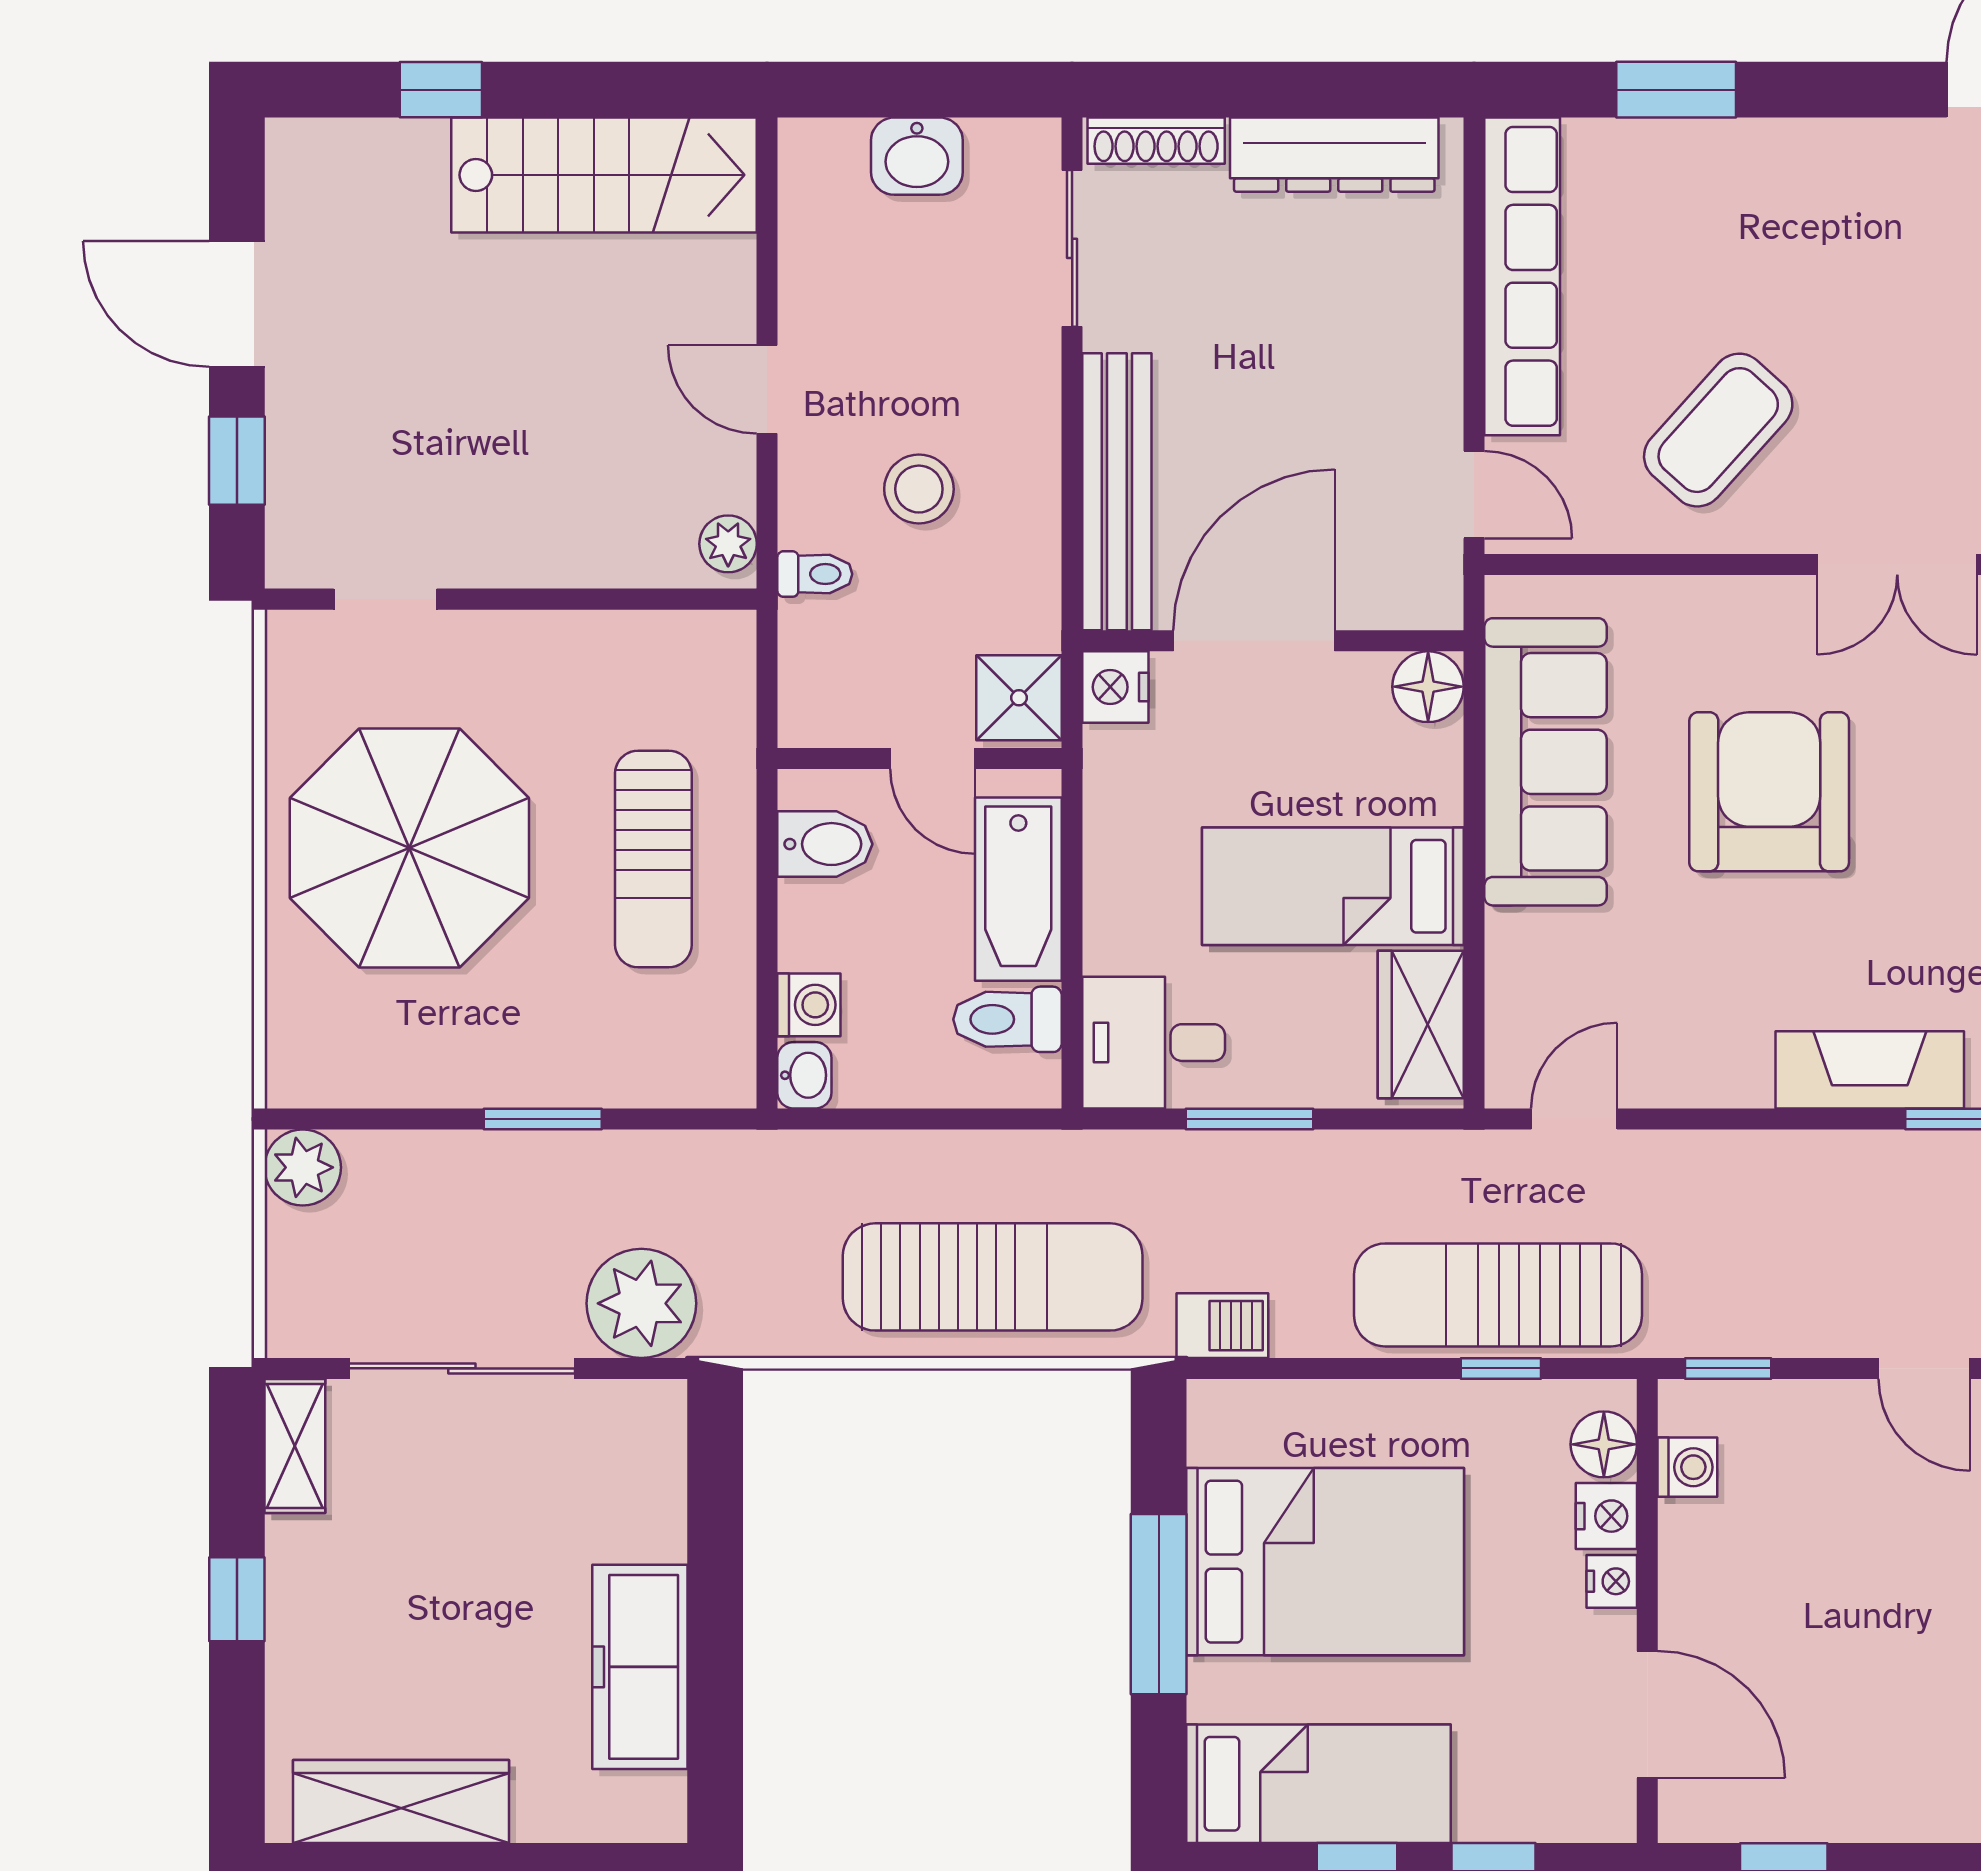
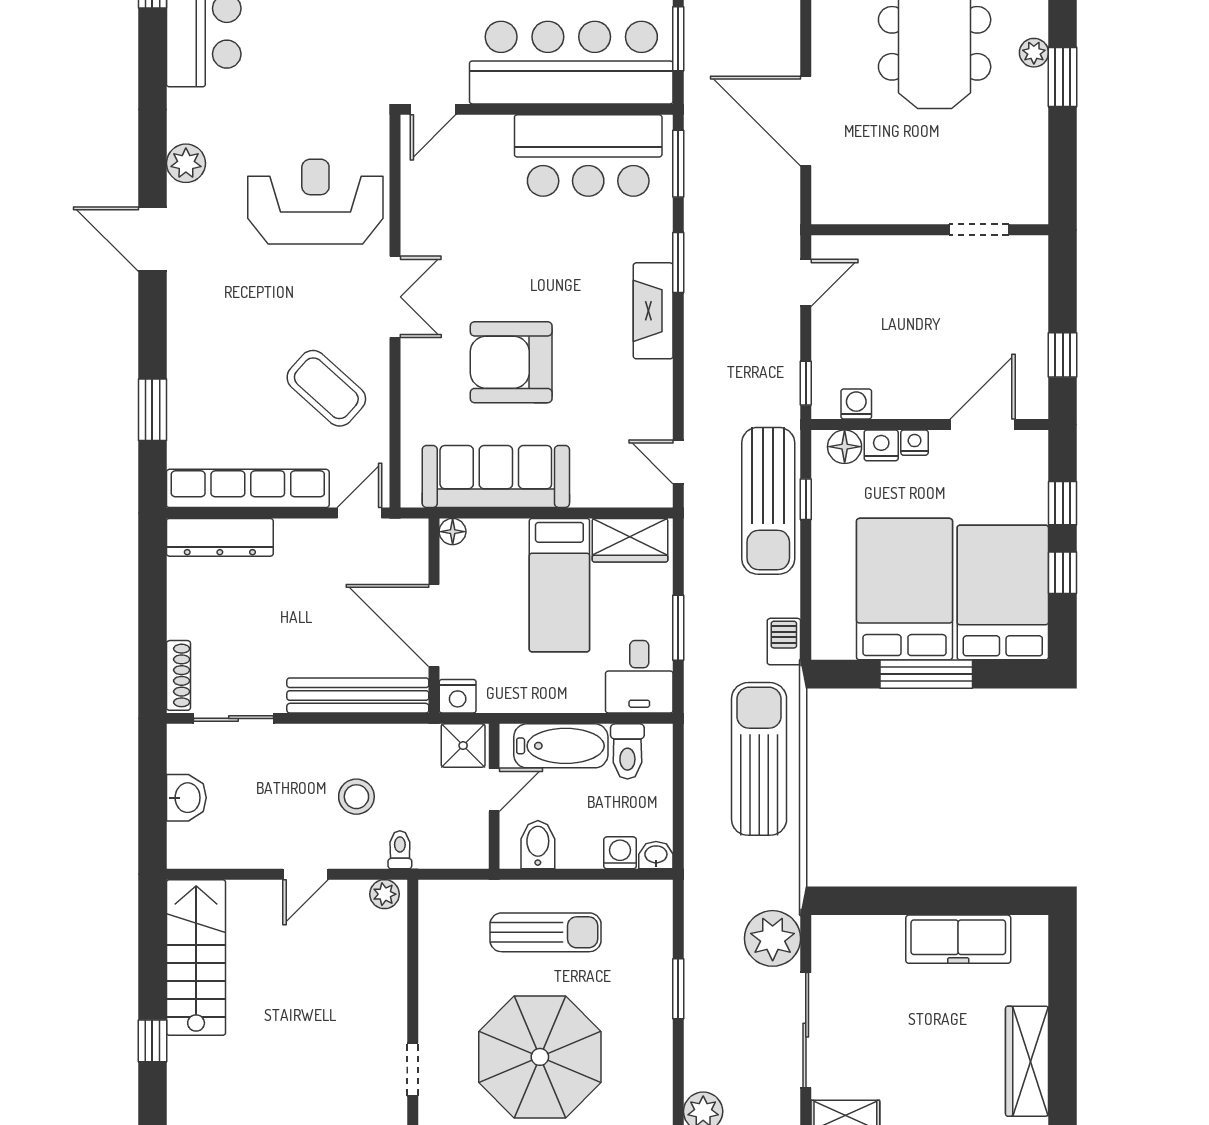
dresser: (1334, 155) -> (220, 537), moved, turned 90
floor lamp: (1428, 687) -> (453, 532), width x0.73, depth x0.73
bed: (1318, 1784) -> (1003, 593), width x1.50

